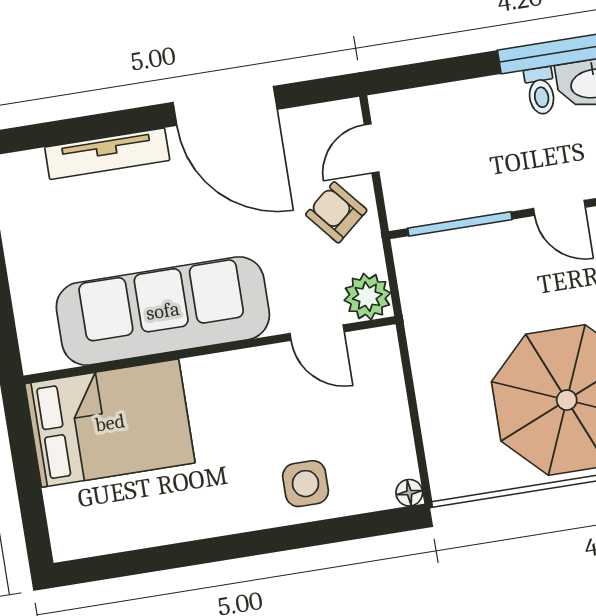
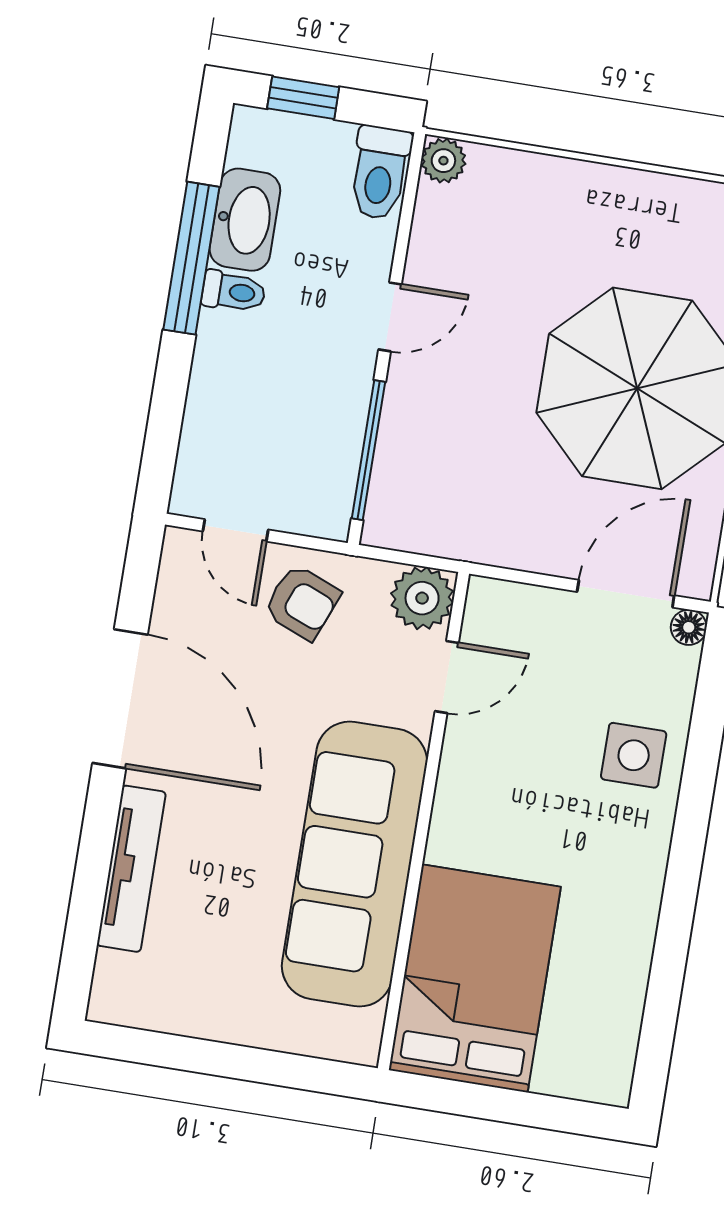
door: (225, 106) -> (120, 699), hinge flipped
armchair: (336, 212) -> (302, 602), turned -118
door: (418, 440) -> (626, 594), added

